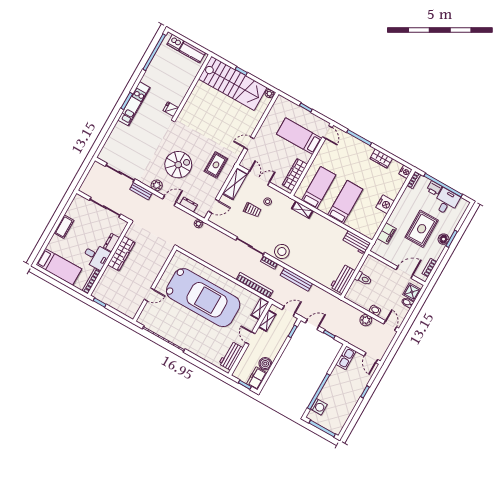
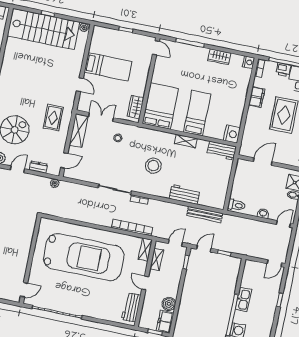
bed: (299, 136) -> (108, 67), moved, turned 180
door: (249, 143) -> (80, 85), swing flipped
wardrobe: (295, 175) -> (135, 107), width x0.67
bed: (319, 188) -> (161, 106), width x1.50
nightstand: (385, 204) -> (232, 134), moved
trolley: (252, 210) -> (105, 151), removed
shelving: (302, 210) -> (186, 141), moved
filing cabinet: (387, 233) -> (257, 97), moved
stool: (282, 252) -> (153, 166), moved
door: (404, 272) -> (263, 162), moved
toilet: (363, 278) -> (236, 205), moved
bench: (296, 279) -> (205, 214), moved
workbench: (343, 279) -> (185, 194), moved, turned 90
door: (149, 294) -> (24, 290), moved
plant: (366, 320) -> (257, 227), removed
door: (390, 325) -> (283, 224), hinge flipped
kitchen sink: (346, 358) -> (243, 299), moved
door: (371, 358) -> (274, 263), hinge flipped

